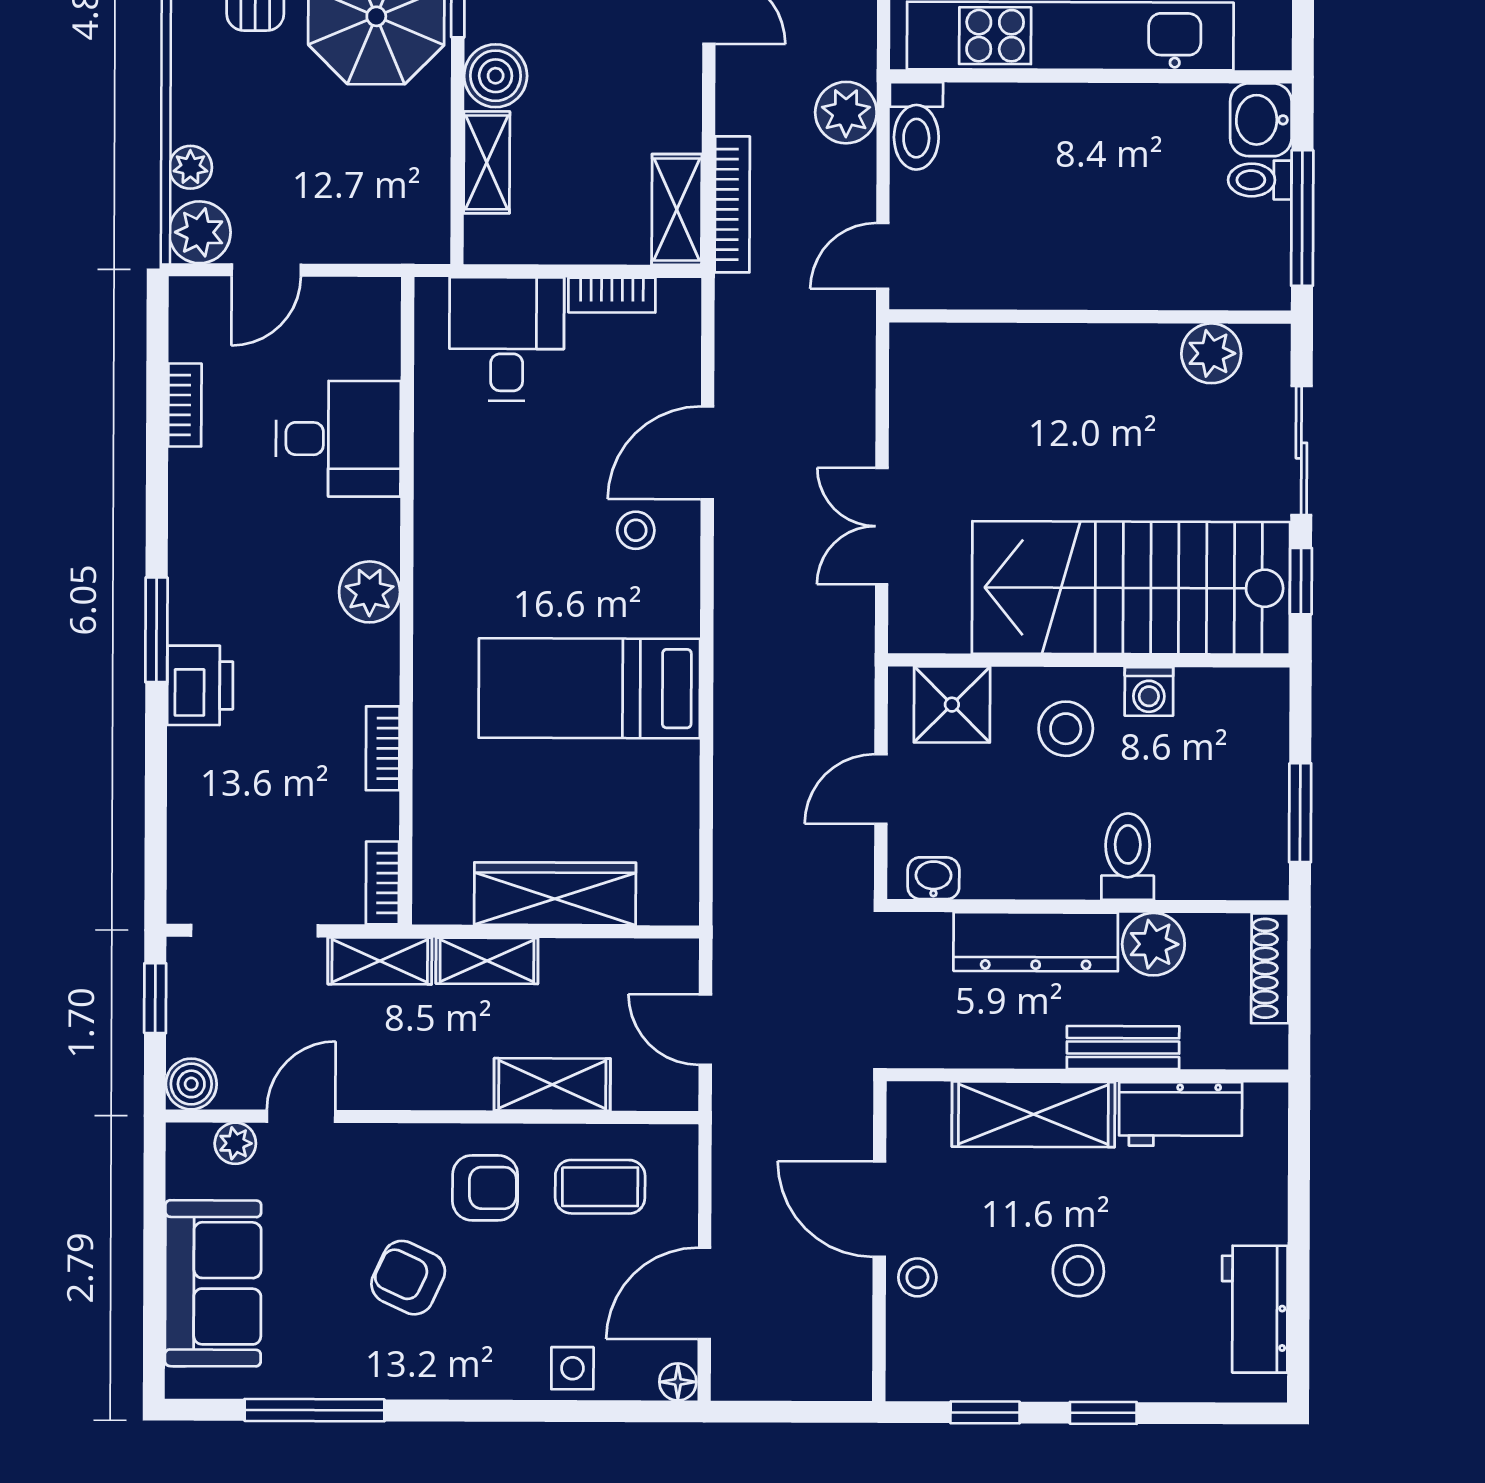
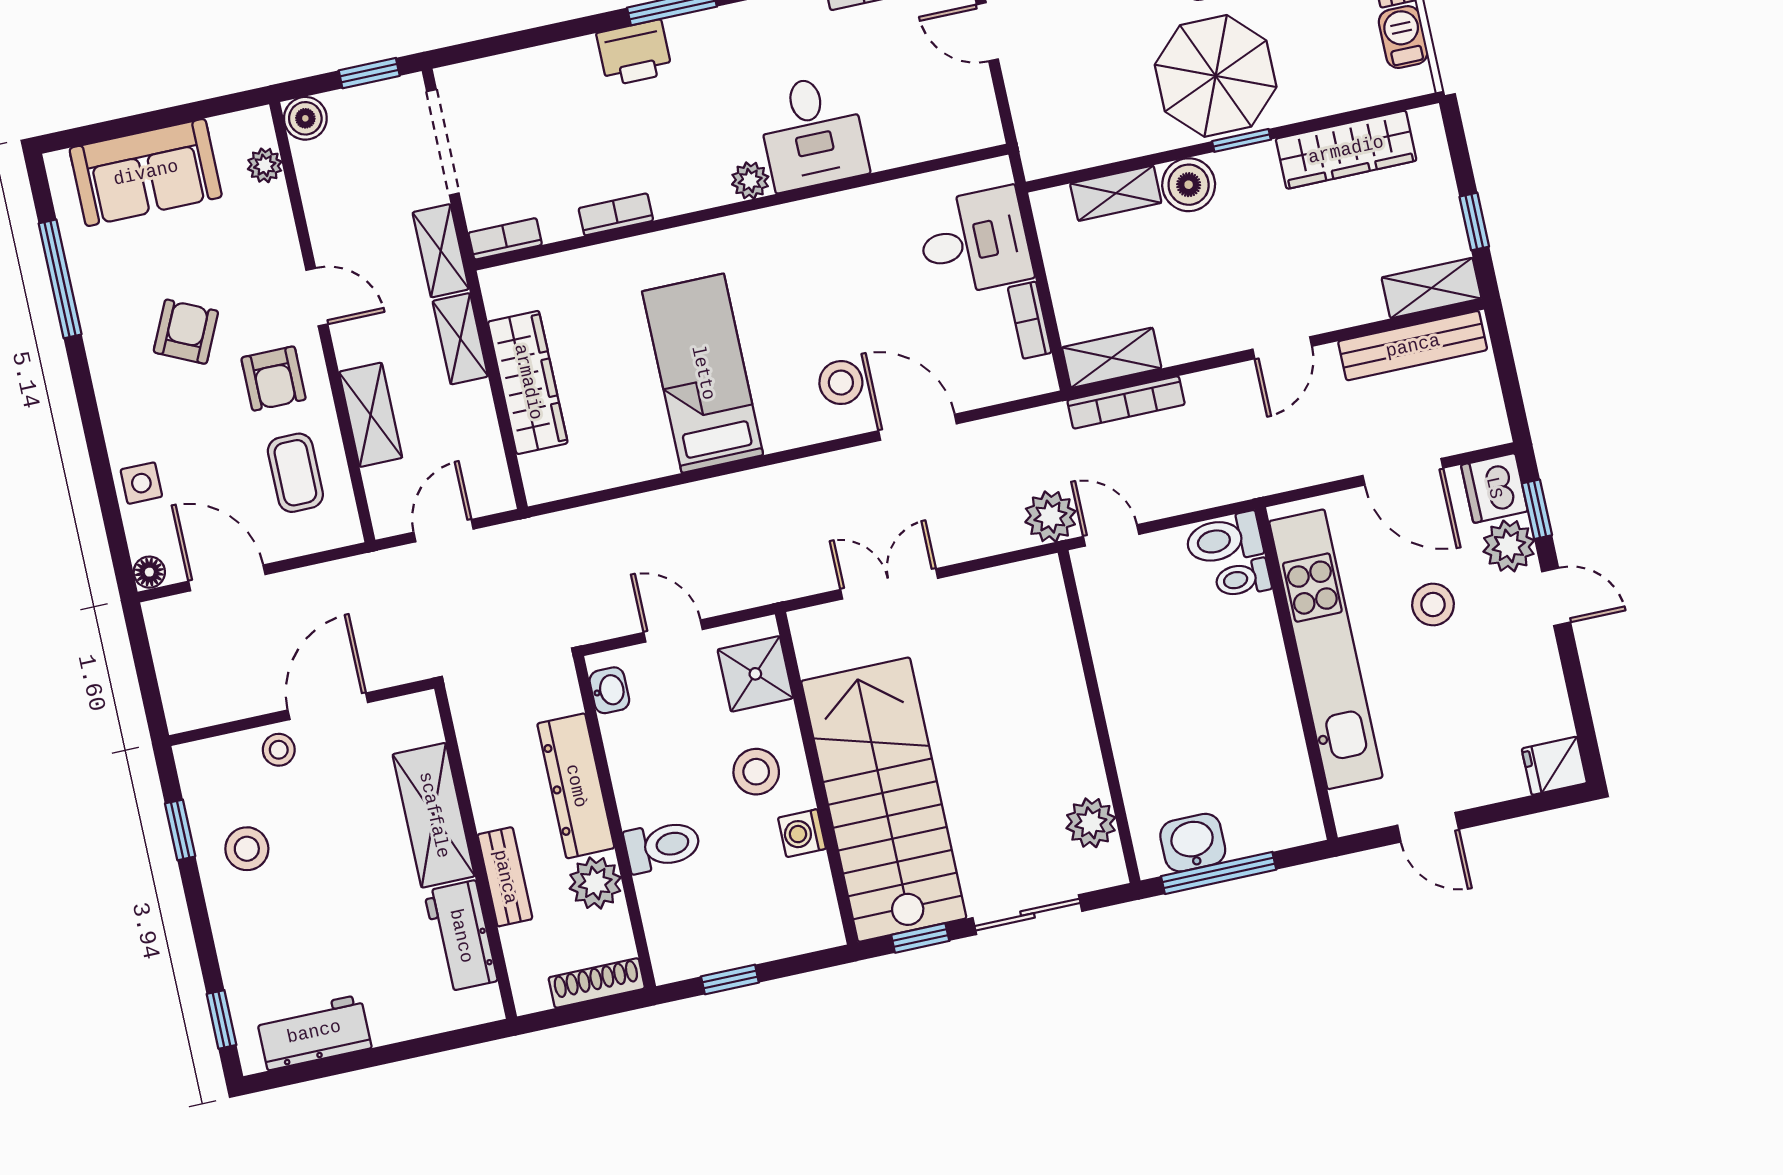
plant: (846, 113) -> (1050, 517), moved
washbasin: (1261, 120) -> (1193, 843), moved
toilet: (1260, 180) -> (1243, 579), moved, turned -90
desk: (338, 439) -> (812, 132), moved
stool: (636, 530) -> (841, 383), width x1.37, depth x1.37
plant: (370, 592) -> (750, 181), width x0.73, depth x0.73
window: (1300, 813) -> (730, 979), width x0.67
door: (301, 1116) -> (317, 297), moved
stool: (1078, 1271) -> (247, 849), moved
window: (1103, 1413) -> (221, 1019), moved

